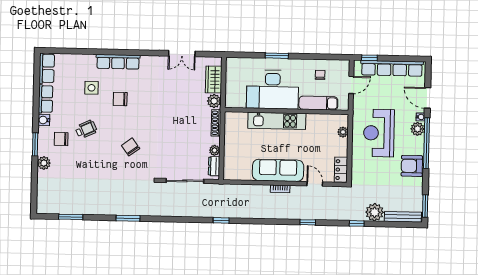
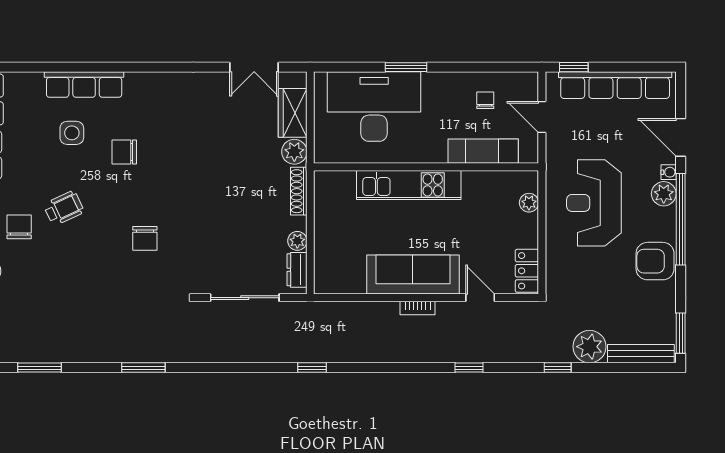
double door: (182, 54) -> (254, 67), moved
row of seats: (118, 62) -> (84, 85), moved
door: (351, 85) -> (542, 117), swing flipped
desk: (273, 90) -> (374, 107), moved, turned 180
chair: (61, 139) -> (19, 227), turned 90
chair: (131, 147) -> (145, 238), turned -144

